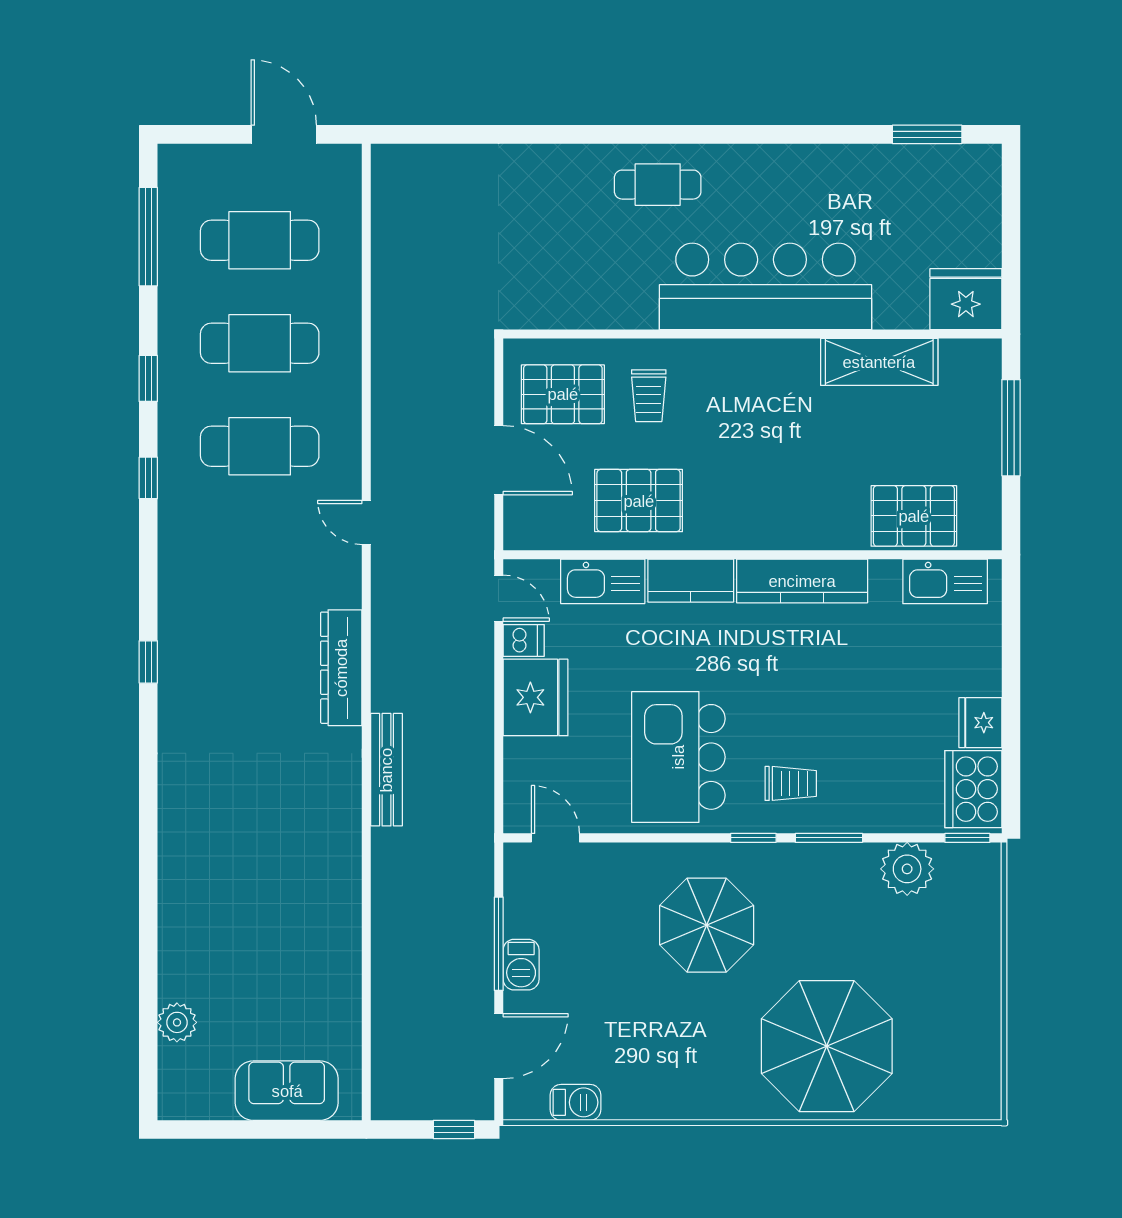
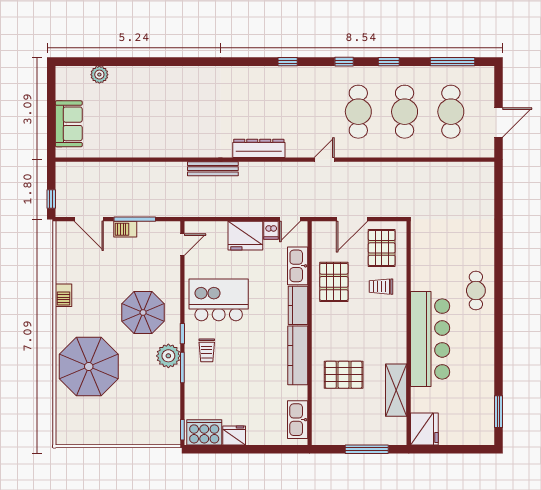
pallet: (914, 516) -> (344, 375), moved, turned 90
window: (148, 662) -> (288, 62), moved
plant: (907, 869) -> (168, 356), moved
barbecue: (575, 1102) -> (63, 295), moved

